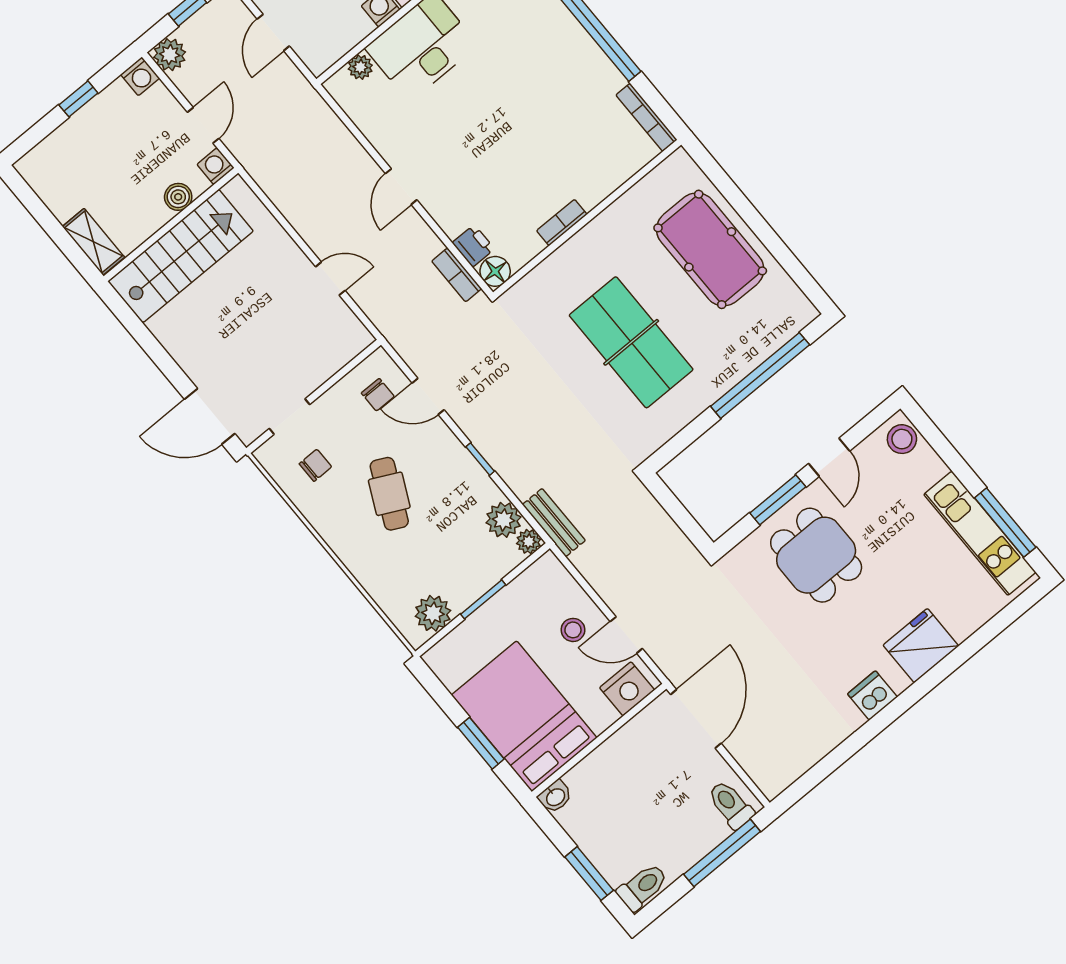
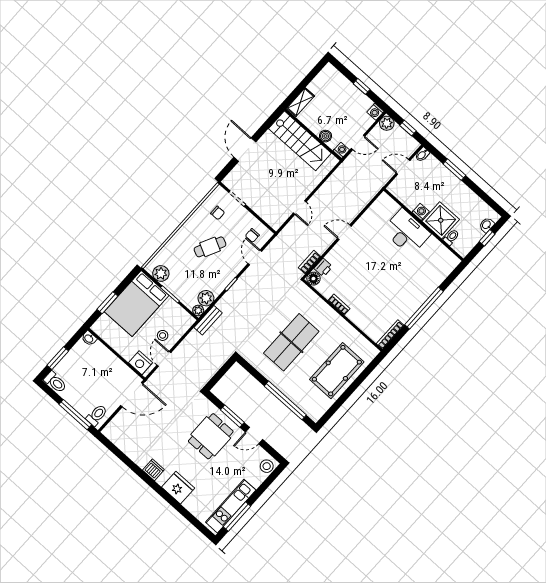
plant: (360, 67) -> (394, 207), removed
door: (210, 416) -> (245, 150), moved
bed: (524, 716) -> (137, 303), moved, turned 180

